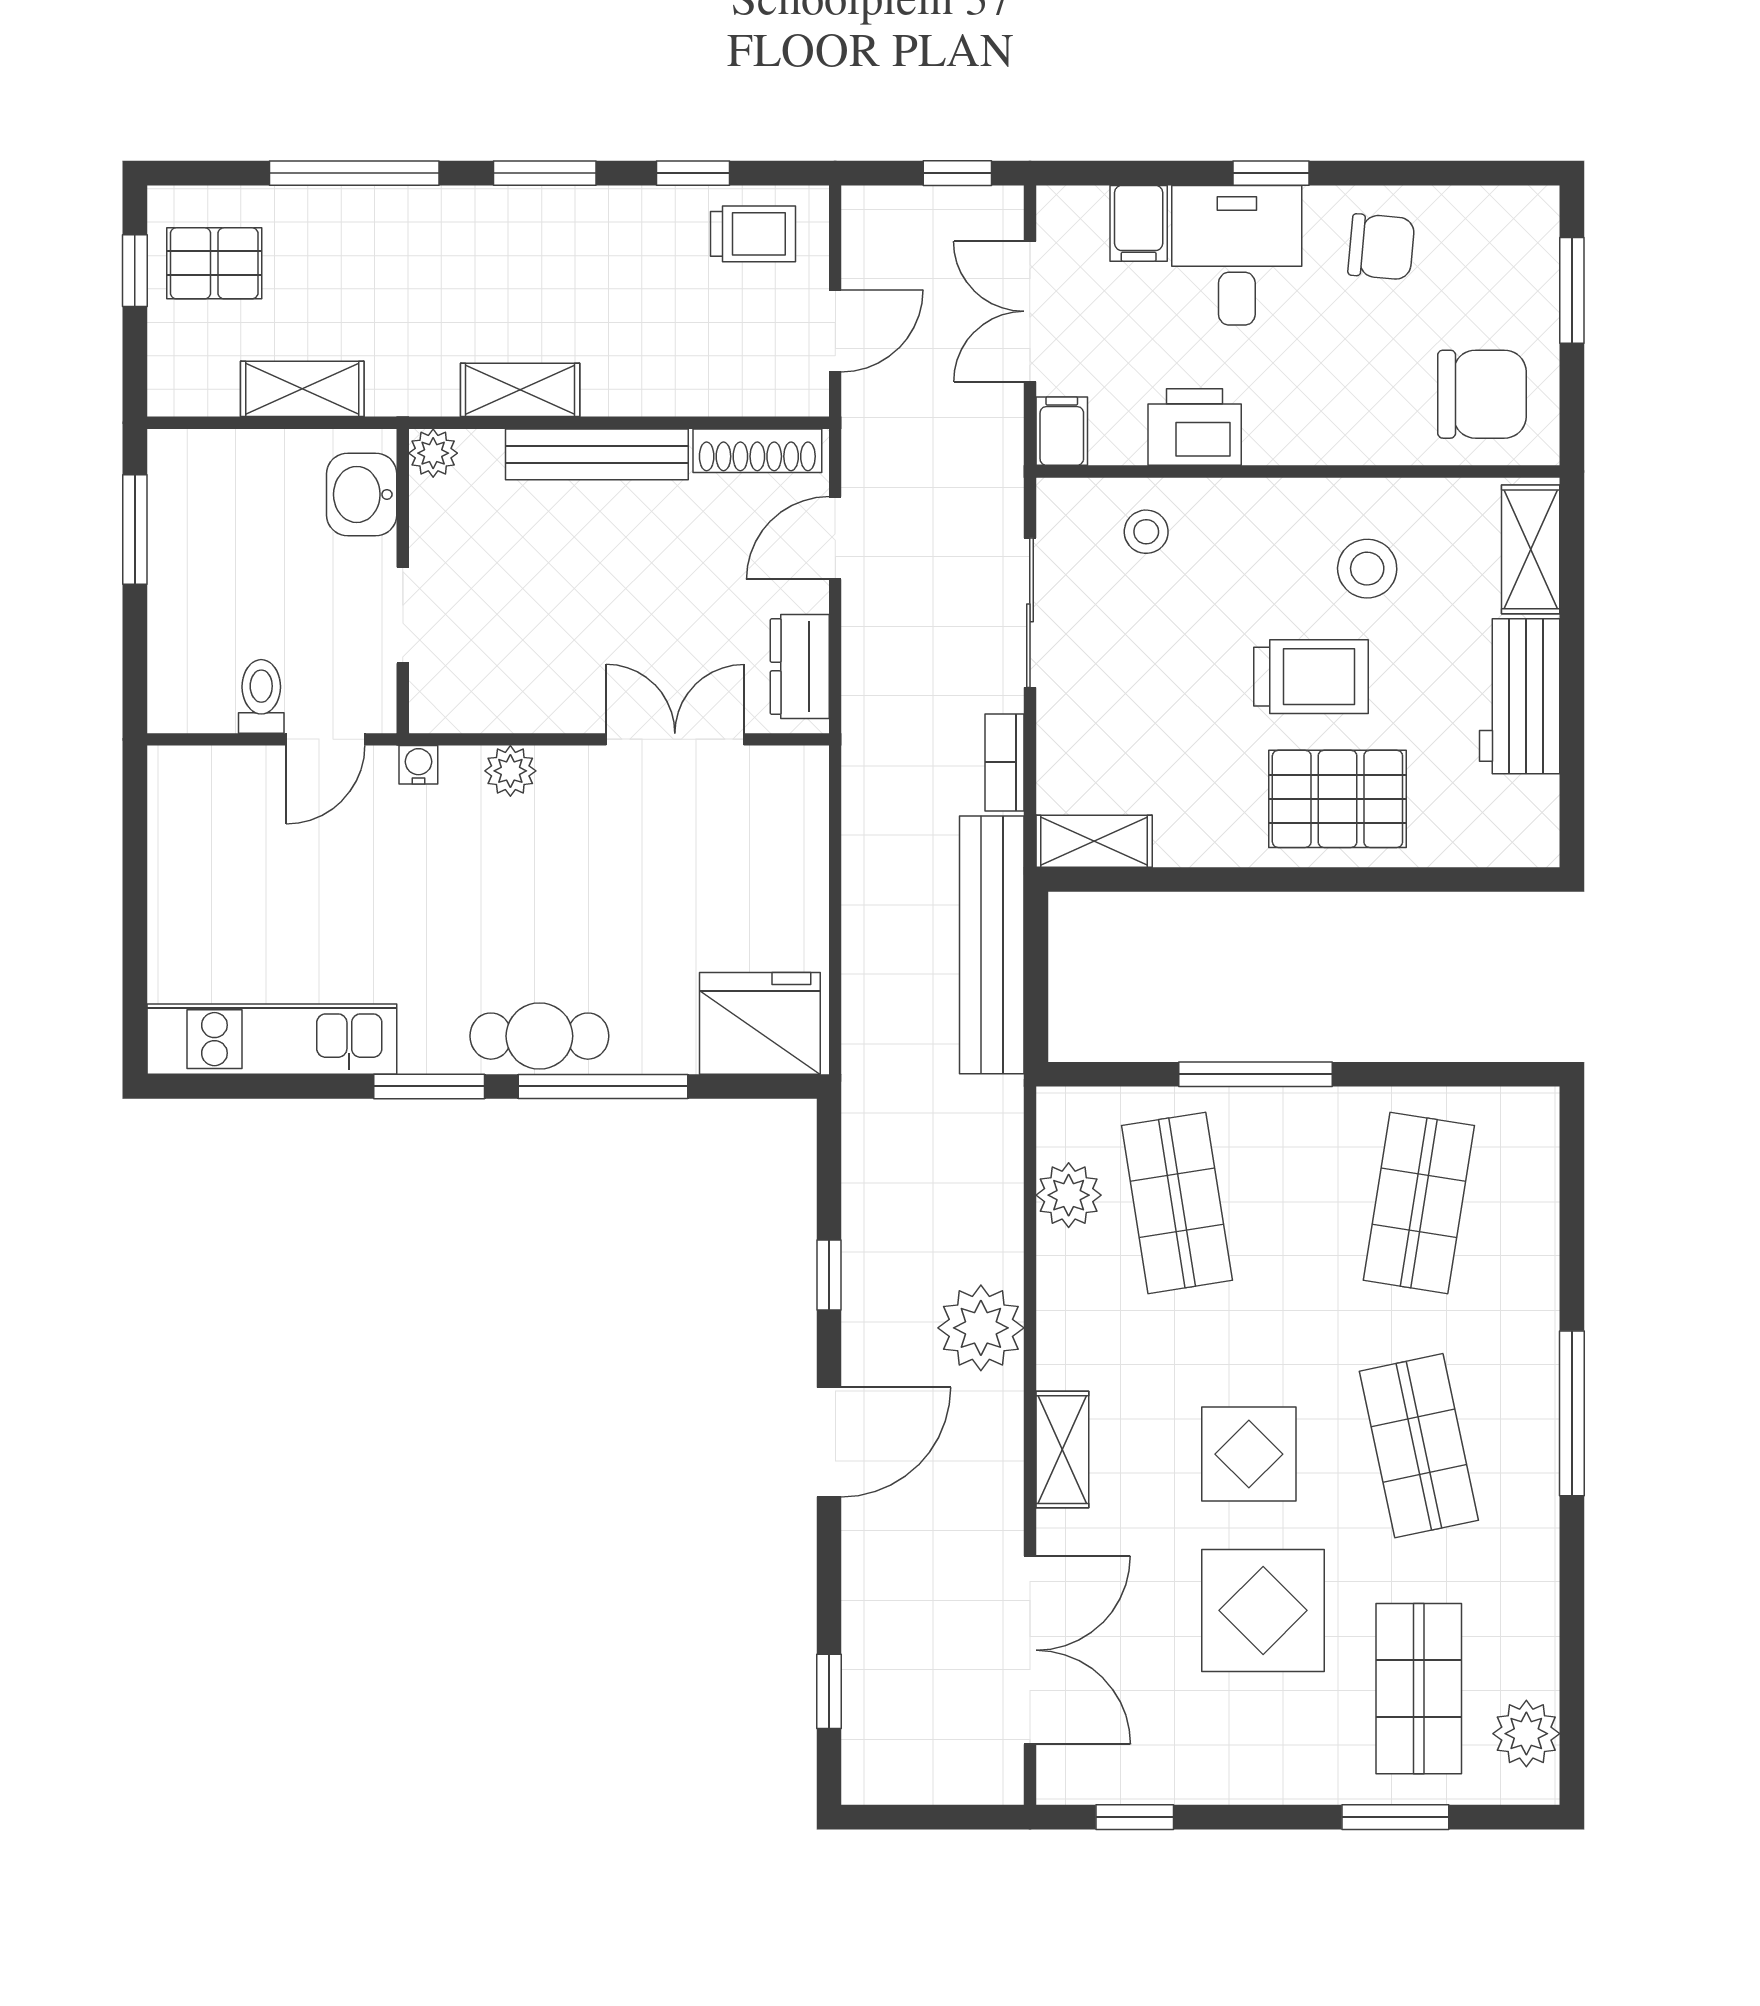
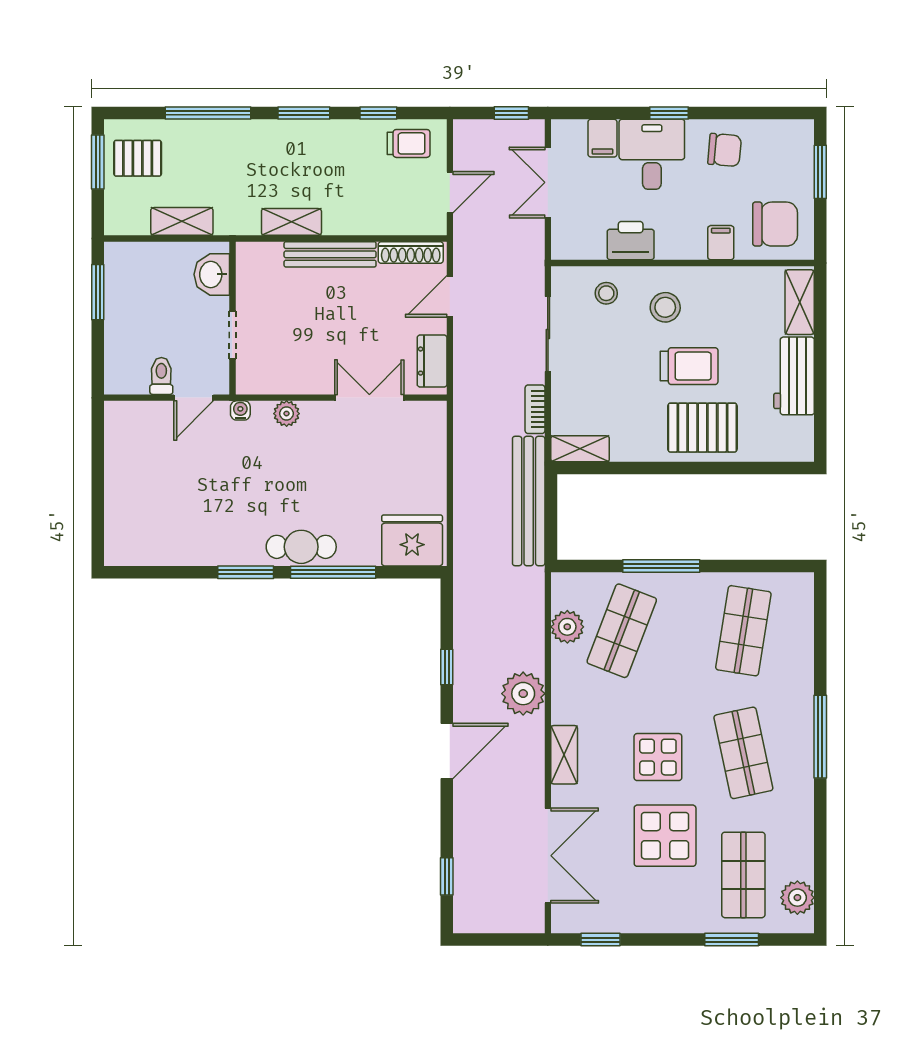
window: (135, 271) -> (98, 162), width x1.50
filing cabinet: (1062, 431) -> (721, 243), moved
plant: (433, 453) -> (248, 254), removed
stool: (1367, 569) -> (665, 307), moved
kitchen unit: (272, 1039) -> (167, 548), removed
shop shelf: (1177, 1203) -> (622, 631), turned 30

